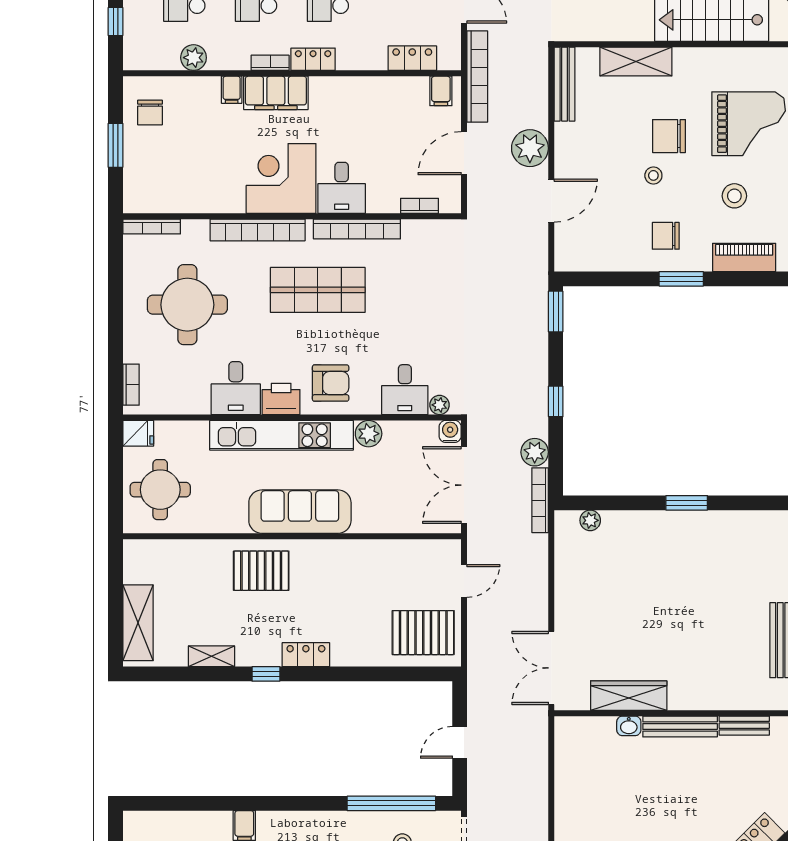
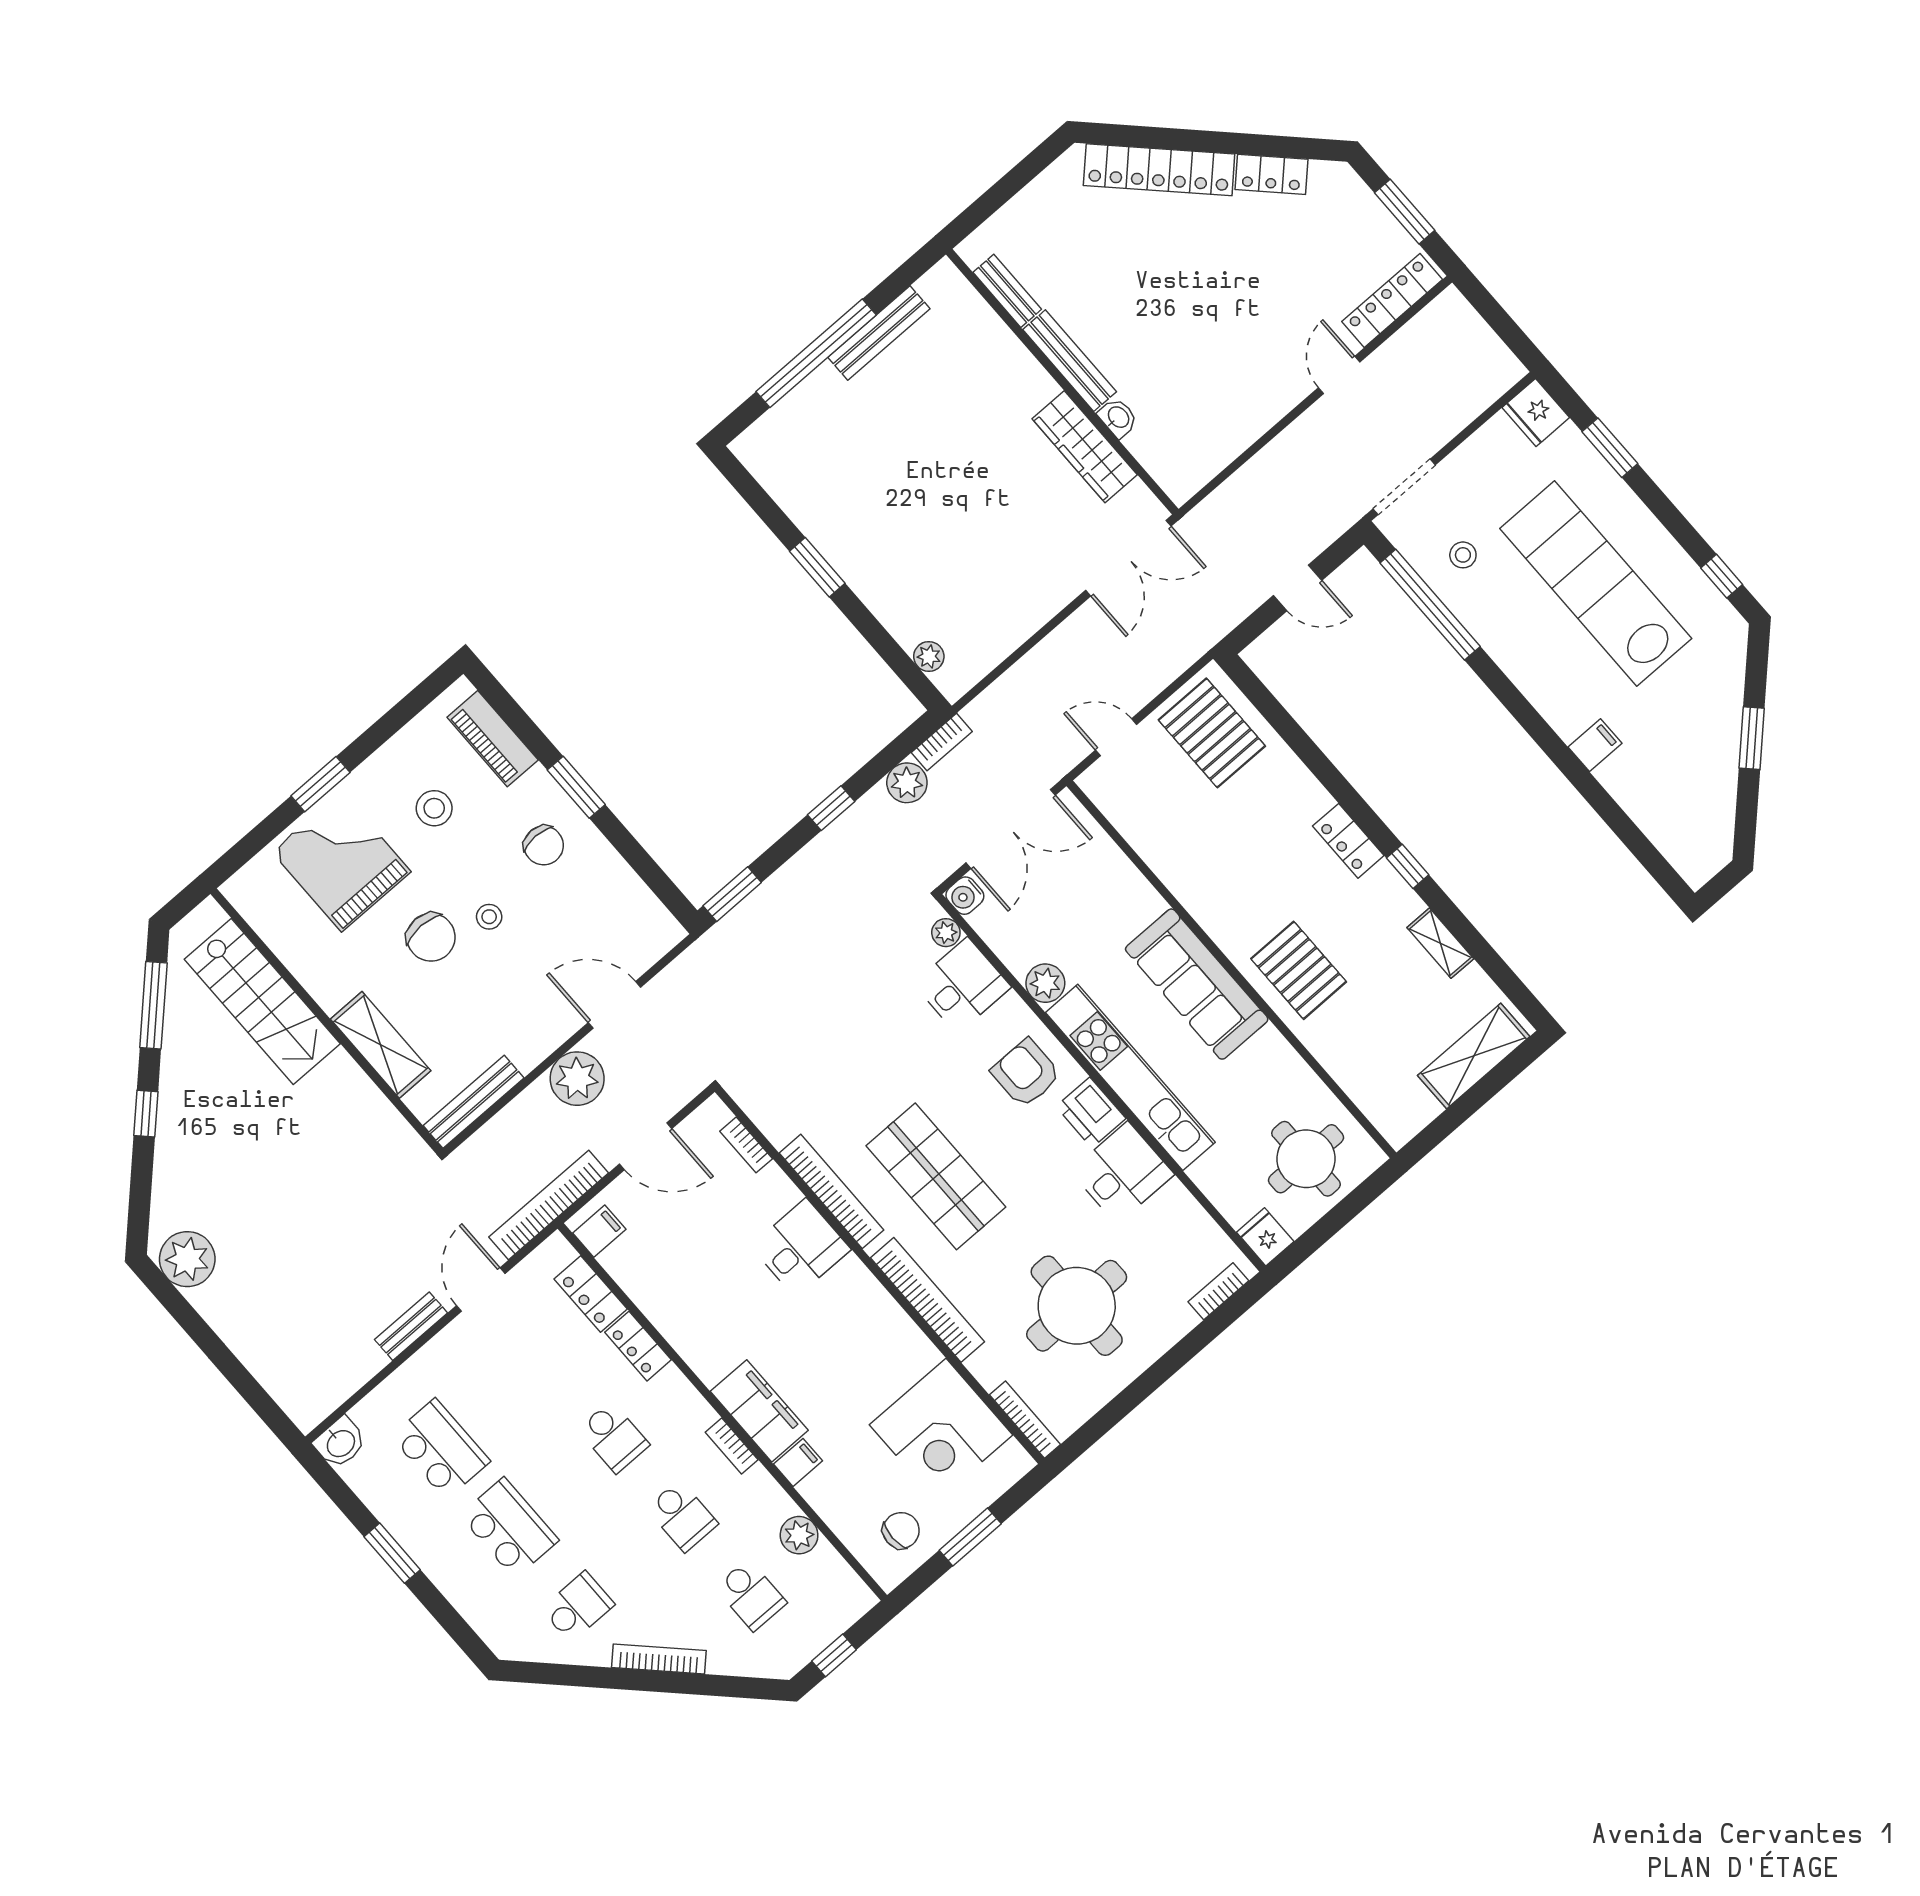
locker: (313, 59) -> (638, 1346), moved
corner desk: (281, 178) -> (941, 1430), moved
bookcase: (540, 500) -> (942, 742), width x0.64

